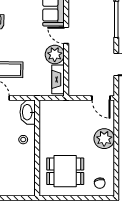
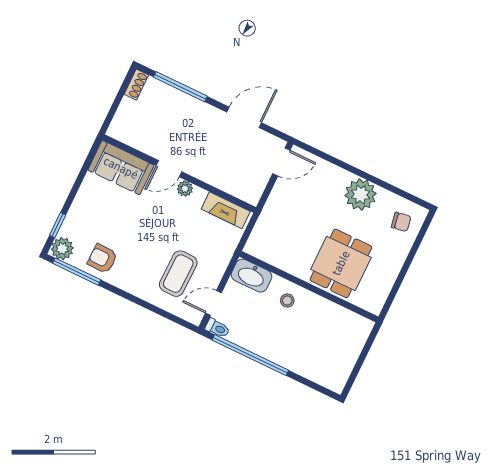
plant: (55, 54) -> (185, 189), width x0.53, depth x0.53
plant: (104, 139) -> (361, 195), moved
dining table: (65, 171) -> (341, 263), moved

